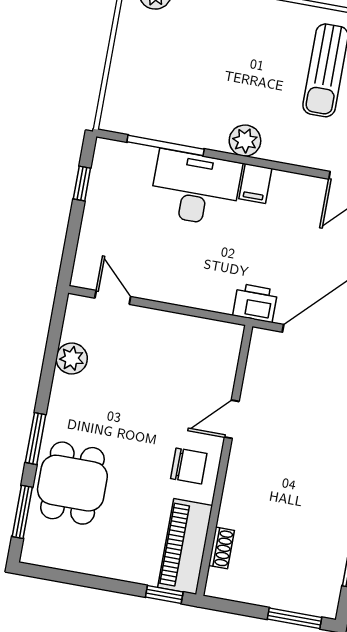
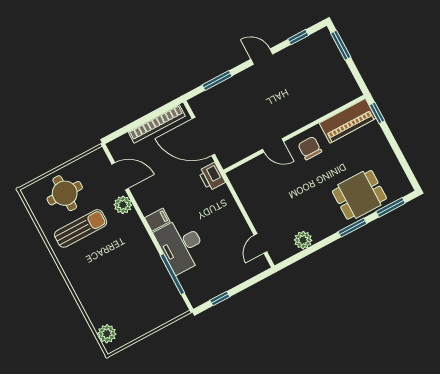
plant: (245, 141) -> (123, 205), moved
shoe rack: (222, 548) -> (335, 104), removed

